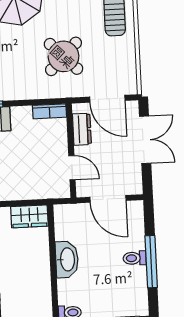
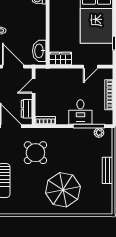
door: (72, 168) -> (34, 86), hinge flipped
washbasin: (67, 259) -> (39, 51), moved

